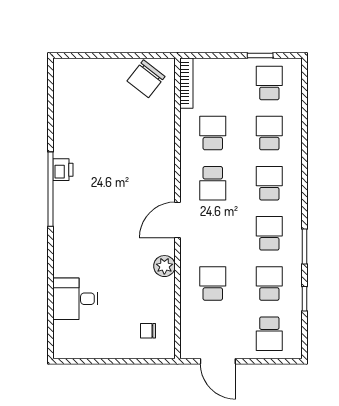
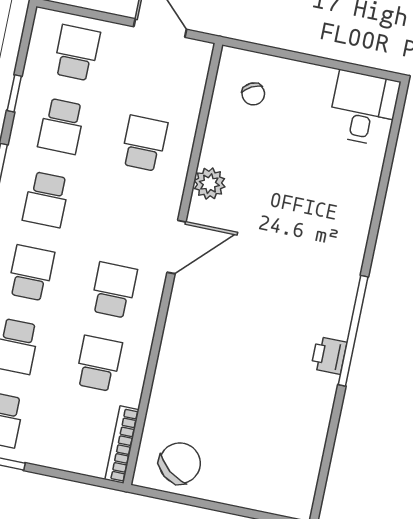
school desk: (213, 133) -> (99, 363), turned 180
school desk: (269, 183) -> (31, 273), turned 180
school desk: (213, 284) -> (144, 143), turned 180
desk: (75, 299) -> (364, 108), moved, turned -90
chair: (148, 331) -> (253, 94), turned 62

